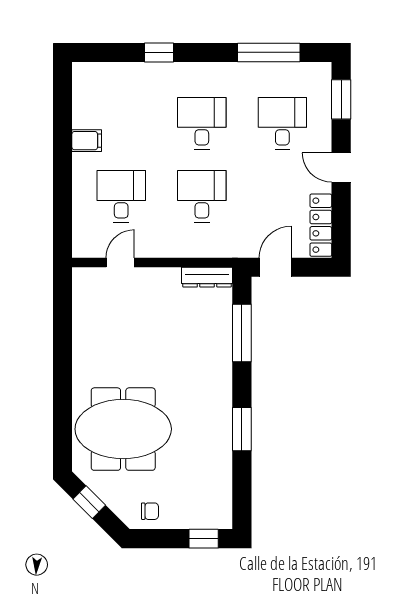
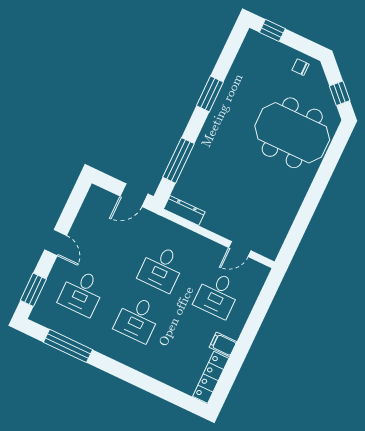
window: (159, 52) -> (144, 382), removed
locker: (321, 225) -> (211, 377), moved, turned 180

